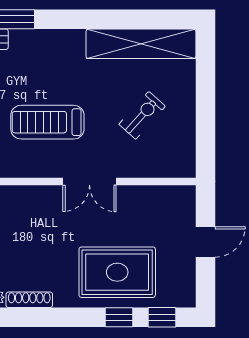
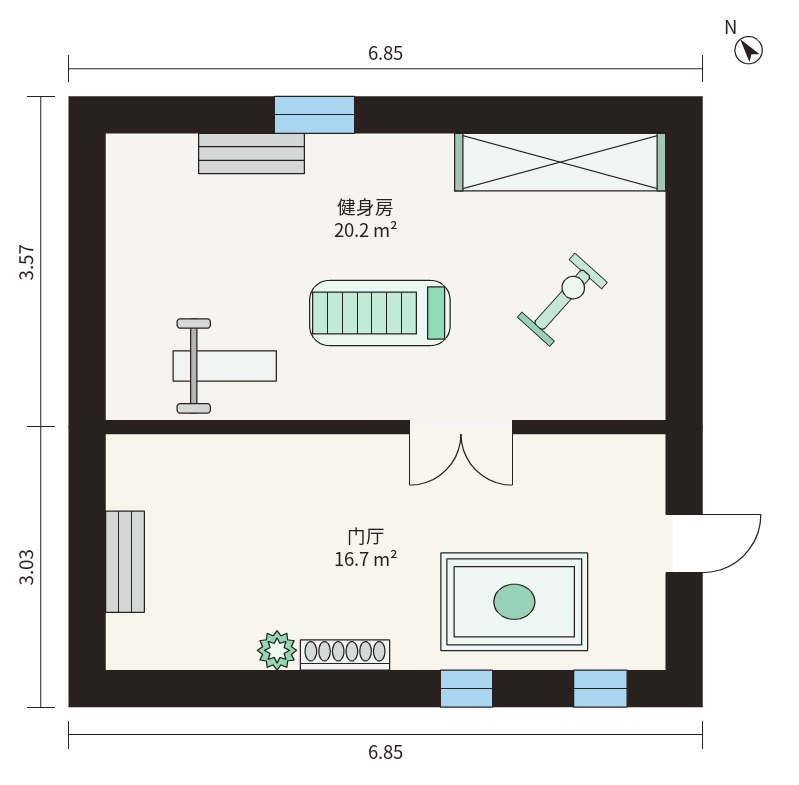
window: (119, 317) -> (467, 689), moved

